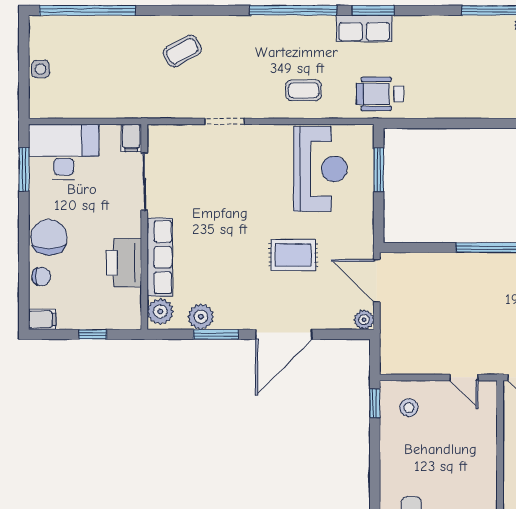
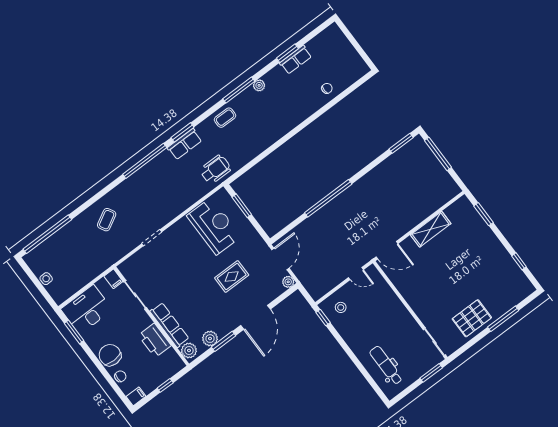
coffee table: (304, 90) -> (225, 118), moved
wheelchair: (380, 94) -> (215, 169), turned 180
door: (377, 281) -> (280, 259), swing flipped

